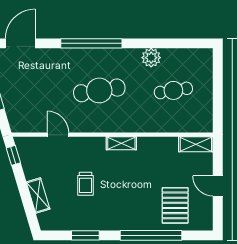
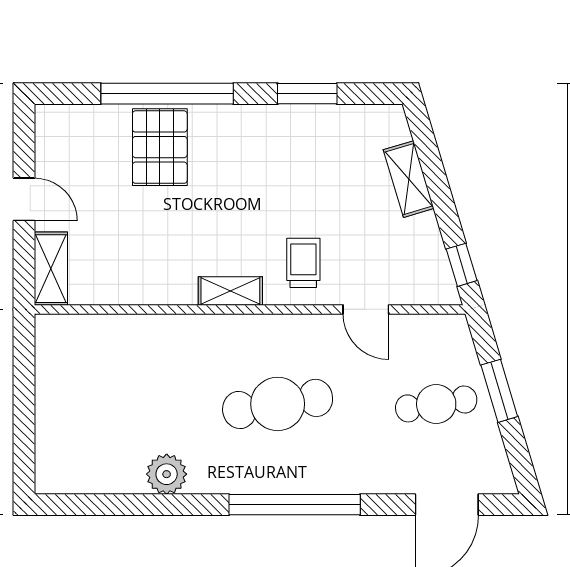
cafe table: (173, 90) -> (436, 404), moved
shelving: (196, 144) -> (51, 269), moved, turned 90
trolley: (86, 184) -> (303, 263), moved
pallet: (175, 205) -> (160, 147), moved

